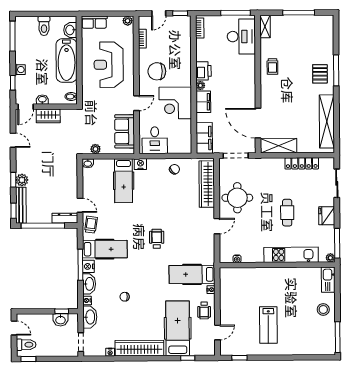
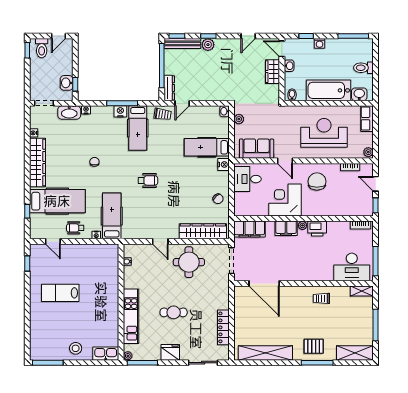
door: (258, 123) -> (264, 283), swing flipped
shelving: (279, 146) -> (355, 353), moved, turned 90
washbasin: (89, 284) -> (103, 112), removed
chair: (125, 297) -> (94, 162), moved

